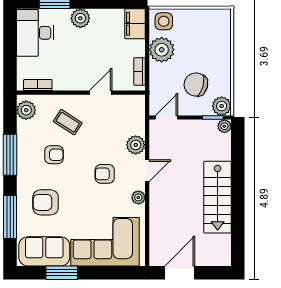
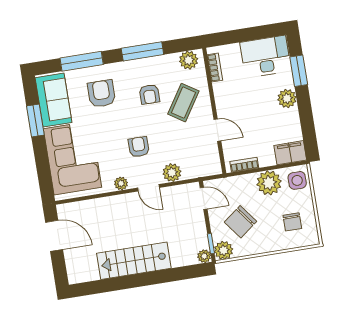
chair: (204, 33) -> (292, 222), added
chair: (196, 84) -> (240, 222), turned -143
coffee table: (68, 122) -> (183, 103), width x1.36, depth x1.30

